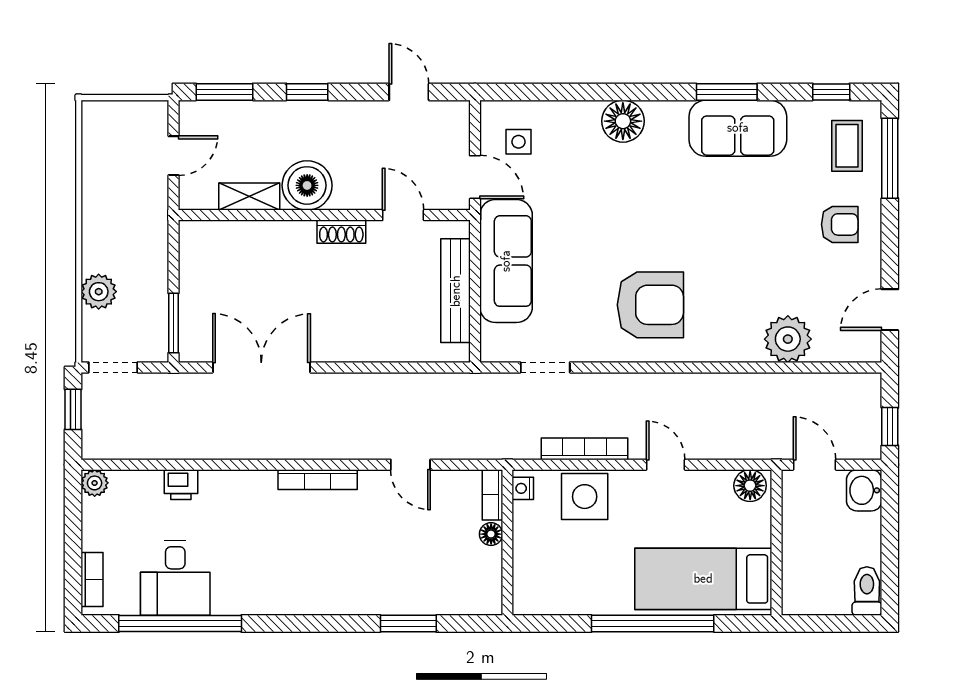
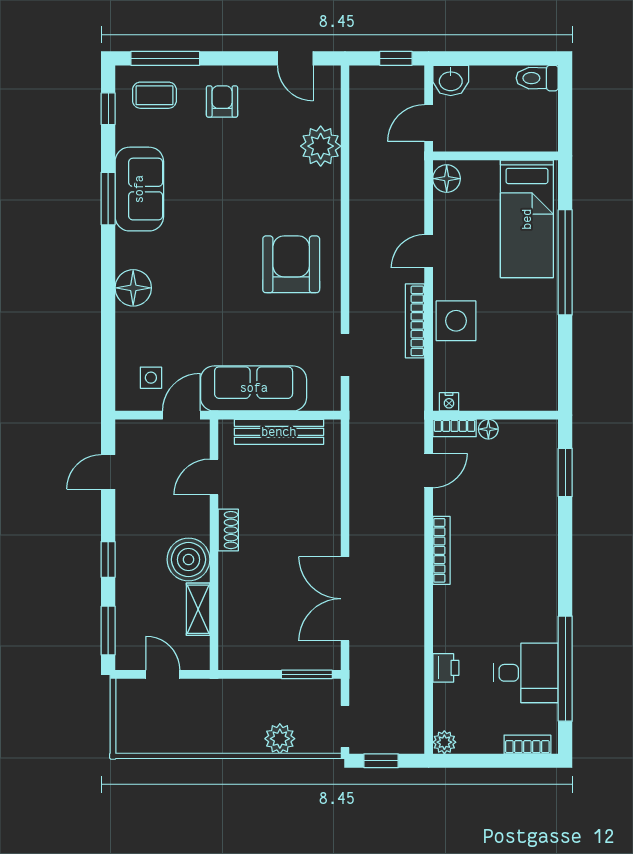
nightstand: (523, 488) -> (449, 402), moved
bookcase: (492, 495) -> (455, 428), moved
floor lamp: (491, 534) -> (488, 429), moved
wall: (507, 542) -> (496, 415), moved

